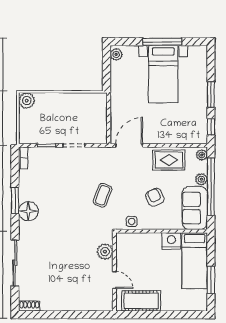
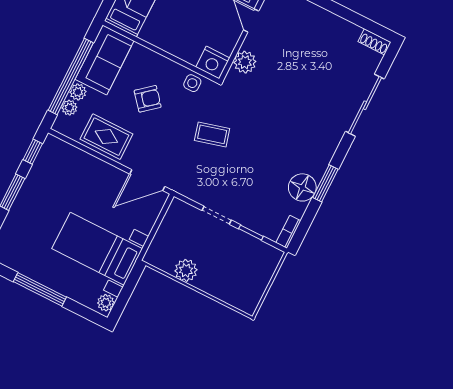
bed with nightstands: (163, 74) -> (97, 249), moved, turned -90
plant: (27, 101) -> (186, 270), moved
plant: (202, 155) -> (69, 108), moved
coffee table: (103, 195) -> (212, 134), turned 54
armchair: (155, 197) -> (148, 99), turned -105
floor lamp: (28, 211) -> (302, 187), moved
nightstand: (171, 241) -> (213, 63), moved

